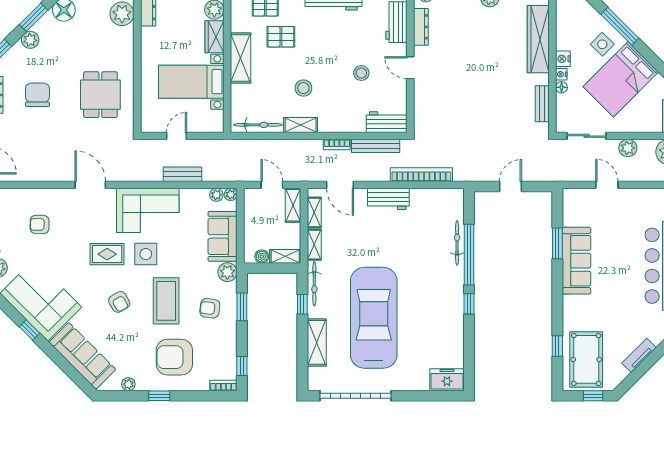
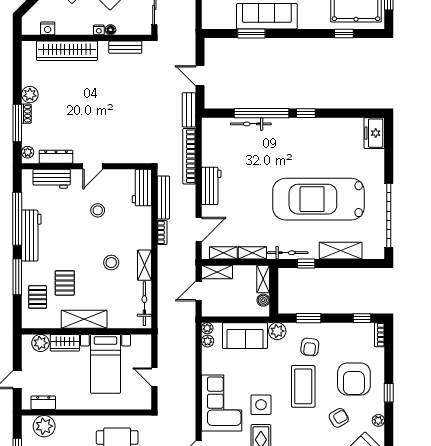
nightstand: (563, 59) -> (48, 28), moved
bench: (183, 174) -> (189, 110), moved
coffee table: (166, 301) -> (303, 386), turned 90
armchair: (119, 302) -> (339, 418), moved

